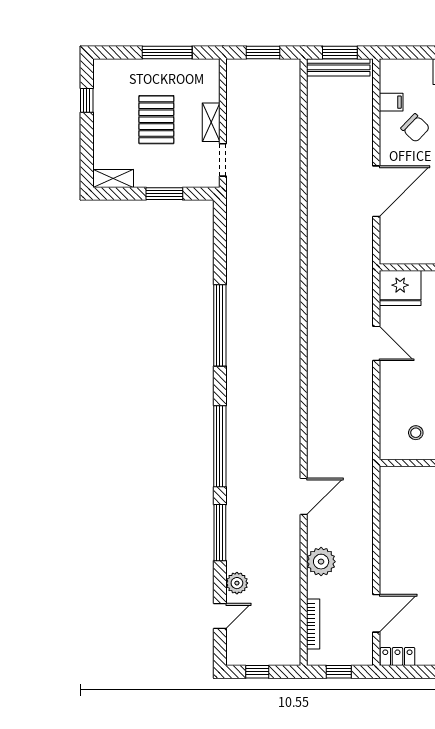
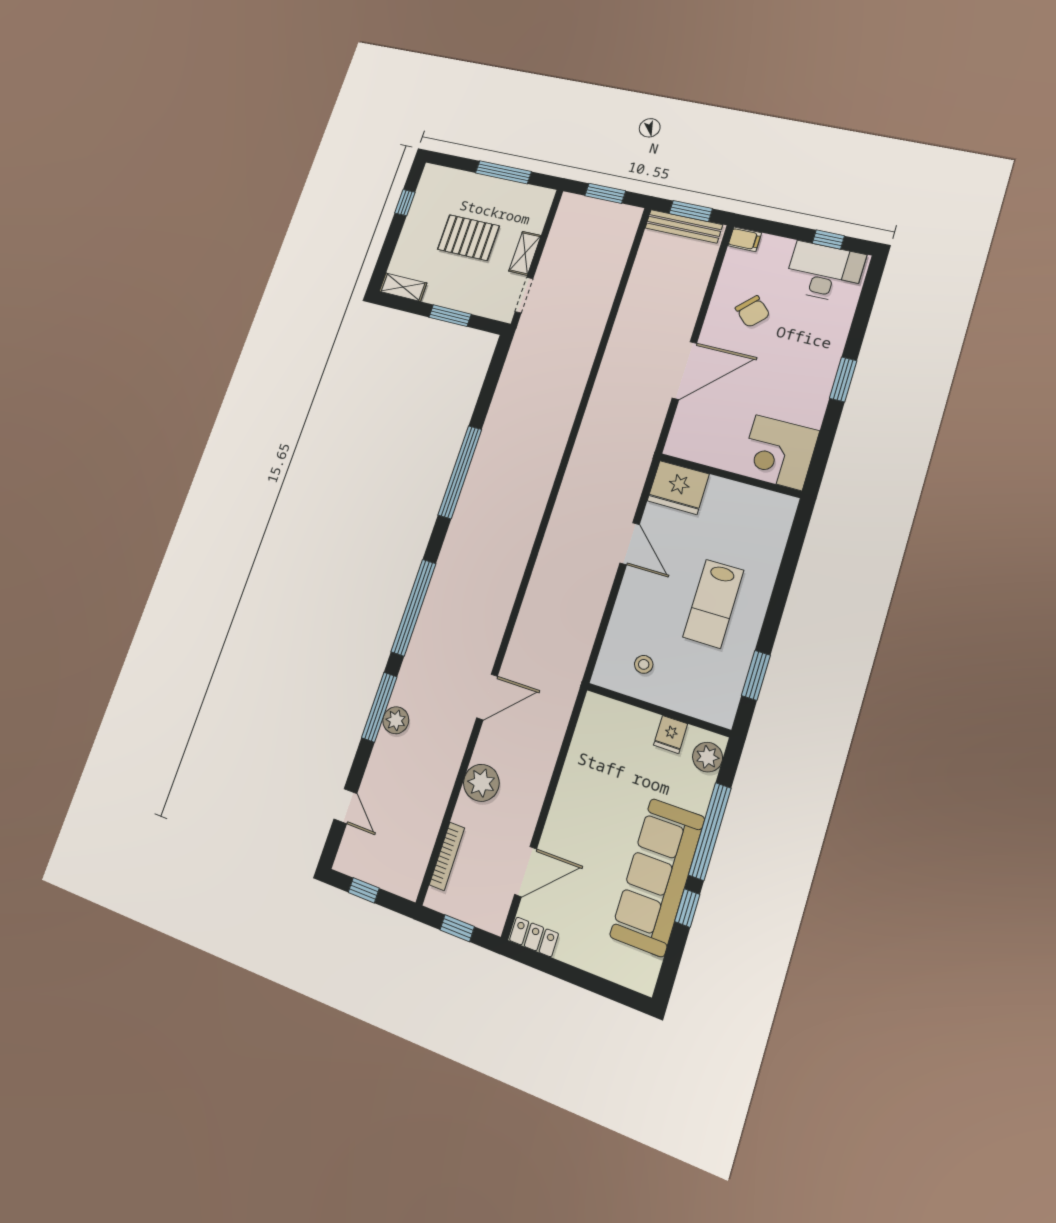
filing cabinet: (391, 102) -> (745, 239), moved
pallet: (156, 120) -> (468, 238), turned 90
plant: (237, 583) -> (396, 720), moved
door: (220, 616) -> (345, 806), hinge flipped

